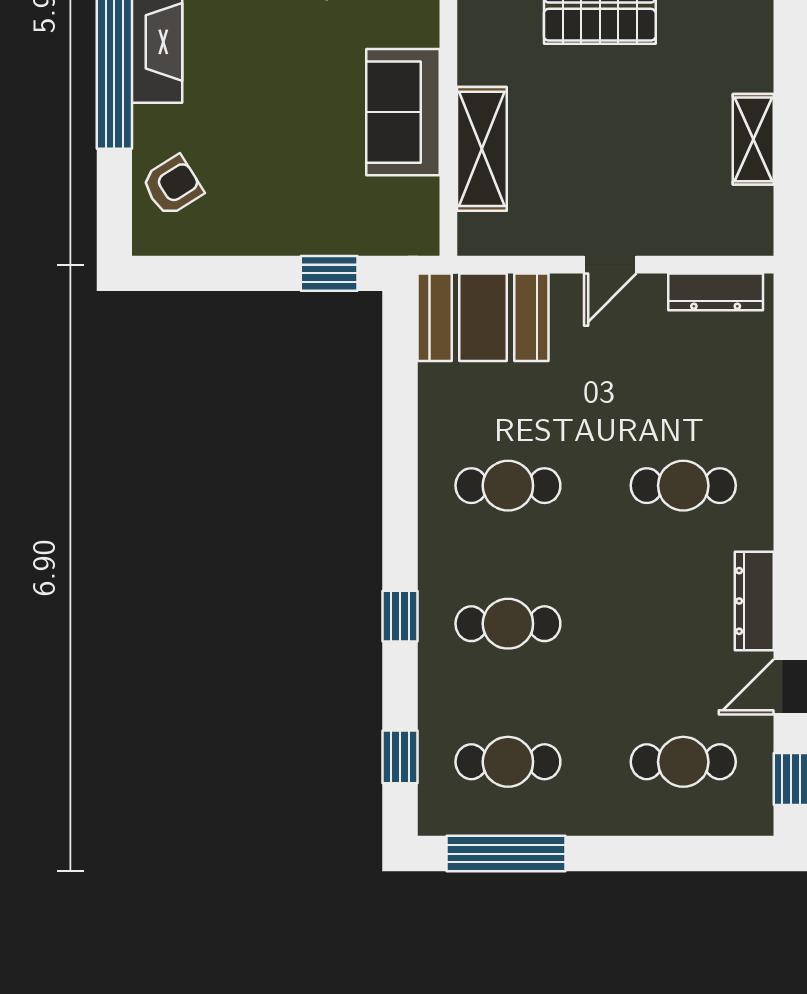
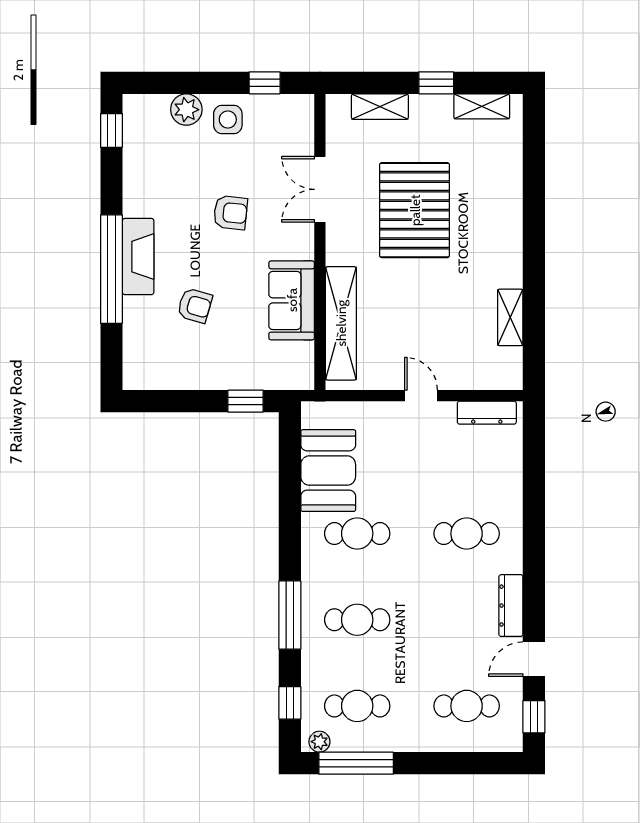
shelving: (482, 149) -> (341, 323), width x1.47
armchair: (172, 186) -> (195, 306), moved, turned 48
door: (610, 265) -> (421, 396), swing flipped
booth: (483, 317) -> (328, 471), moved, turned 90
window: (400, 616) -> (290, 615), width x2.17
plant: (448, 819) -> (319, 742), added

